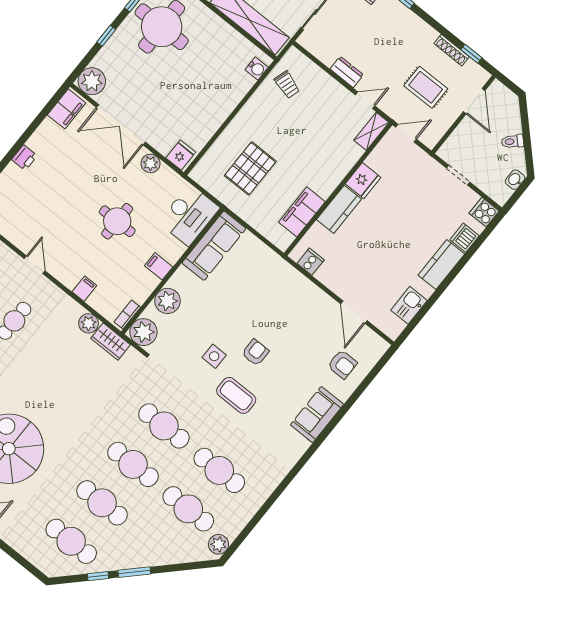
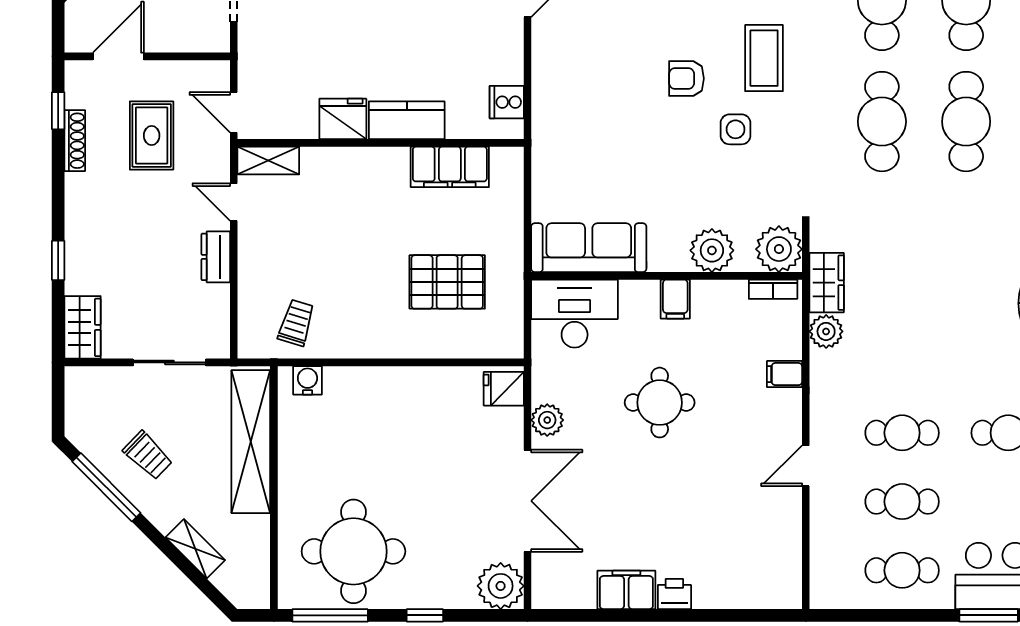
filing cabinet: (67, 109) -> (626, 590), moved

